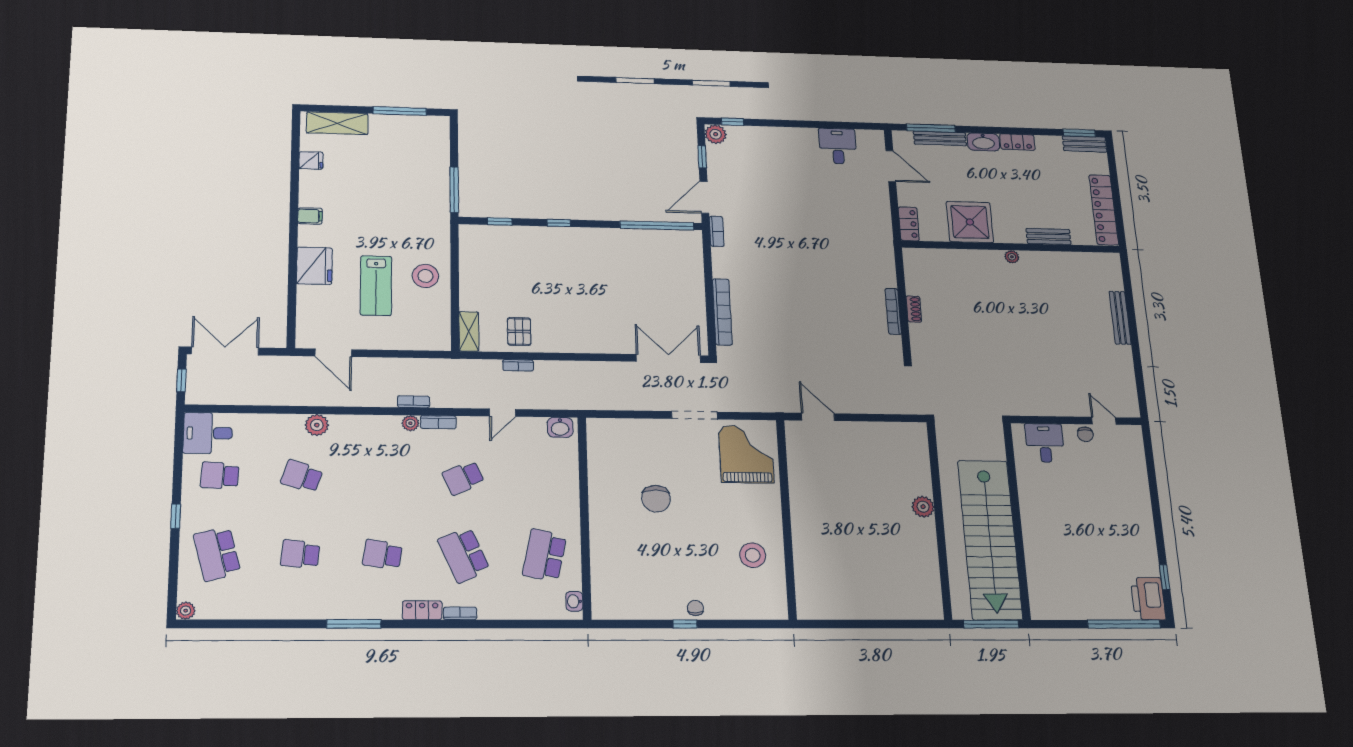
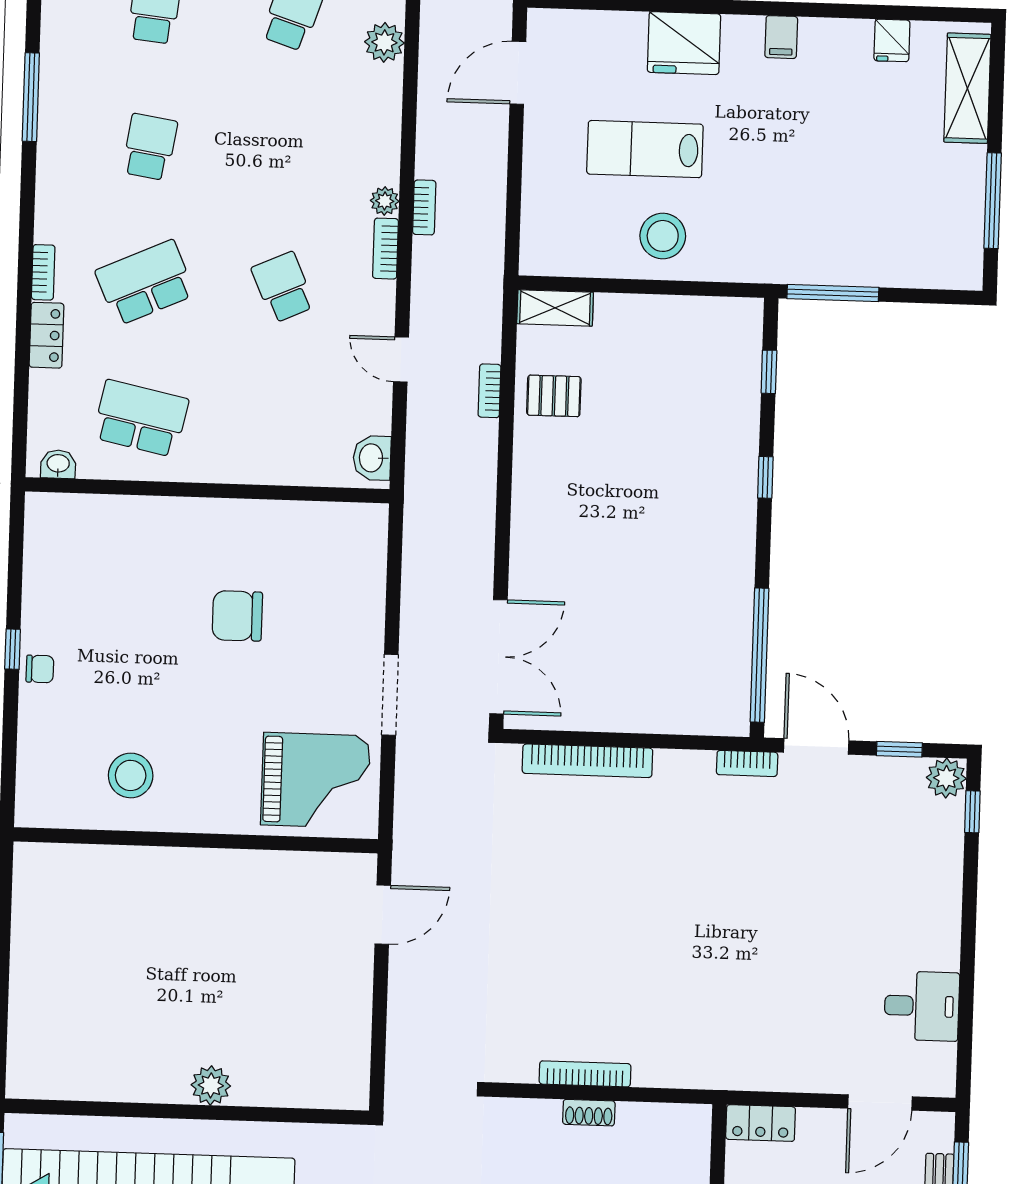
locker: (422, 610) -> (46, 335), moved

